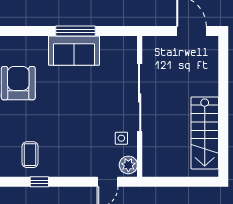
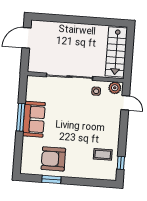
stairs: (205, 133) -> (116, 52), moved, turned 90
window: (39, 182) -> (121, 163), moved

